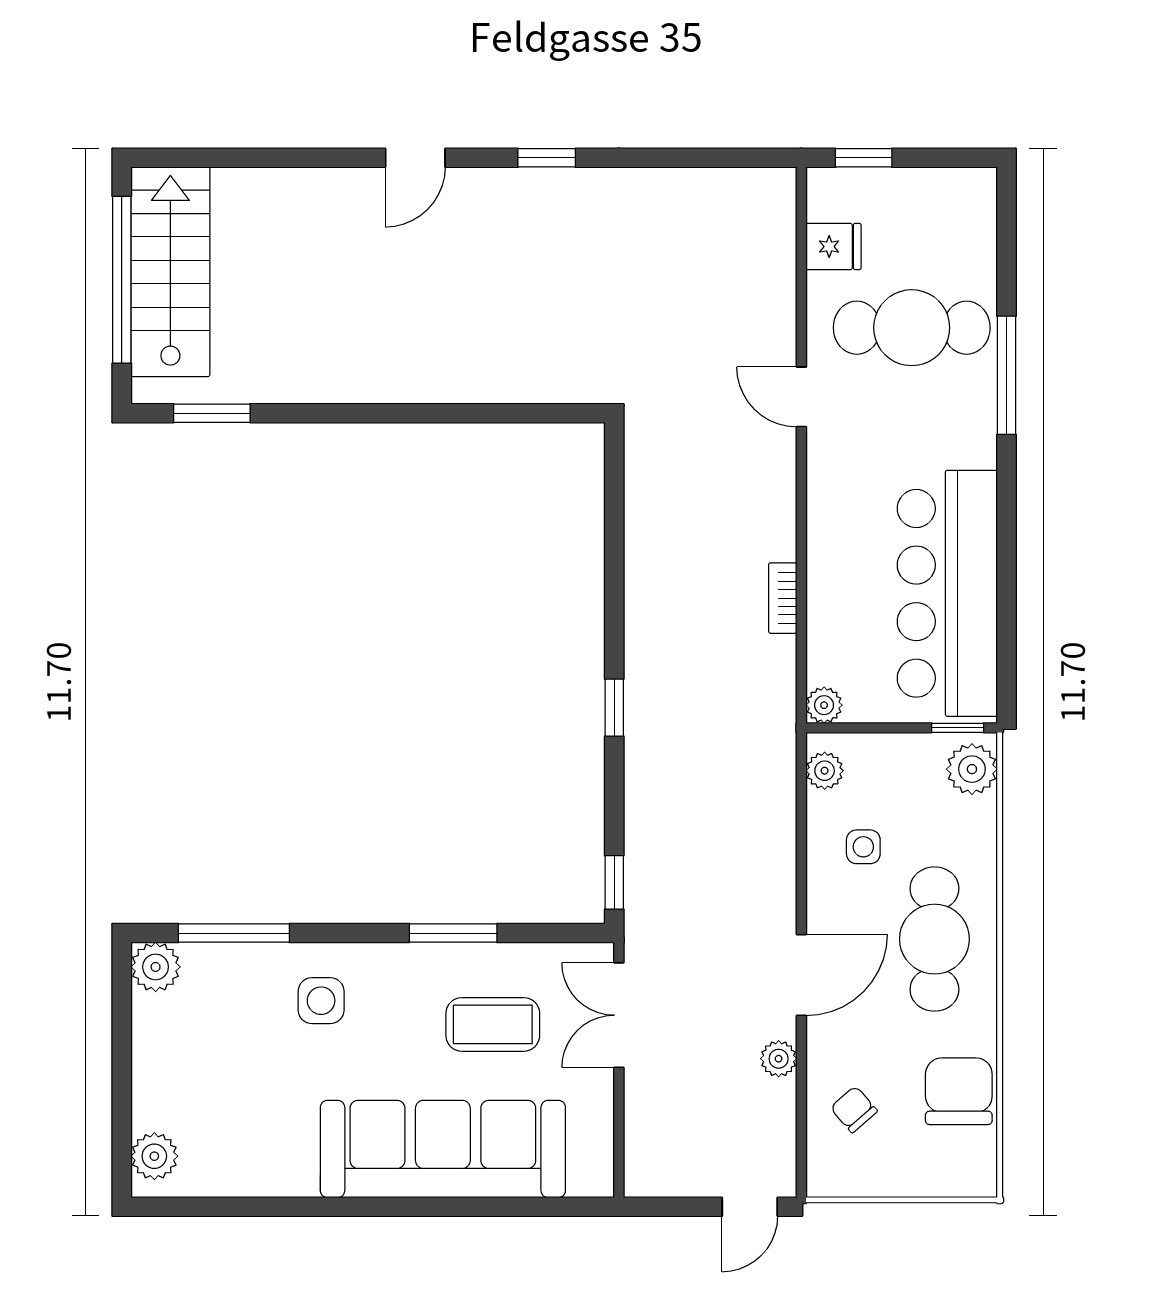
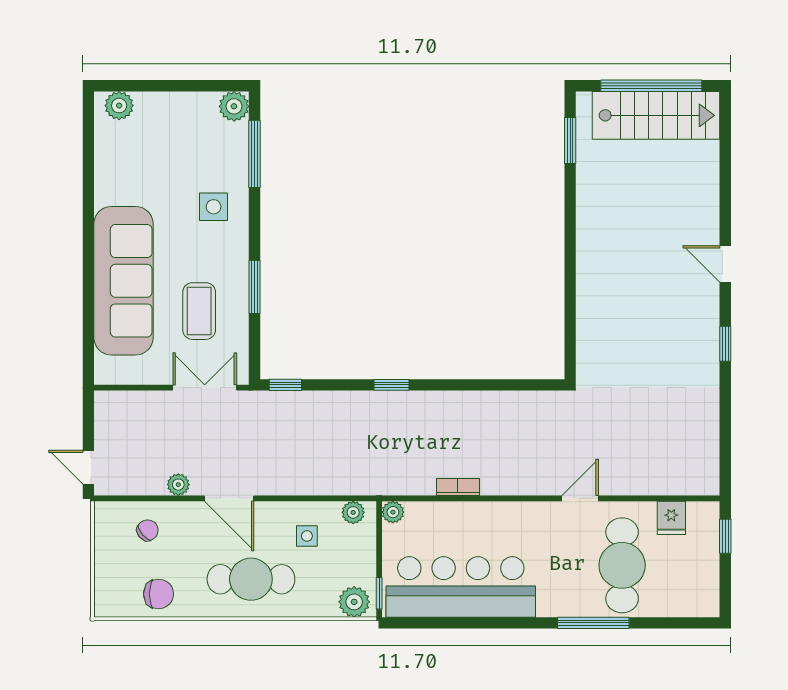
chair: (959, 1091) -> (159, 594), width x0.73, depth x0.73

